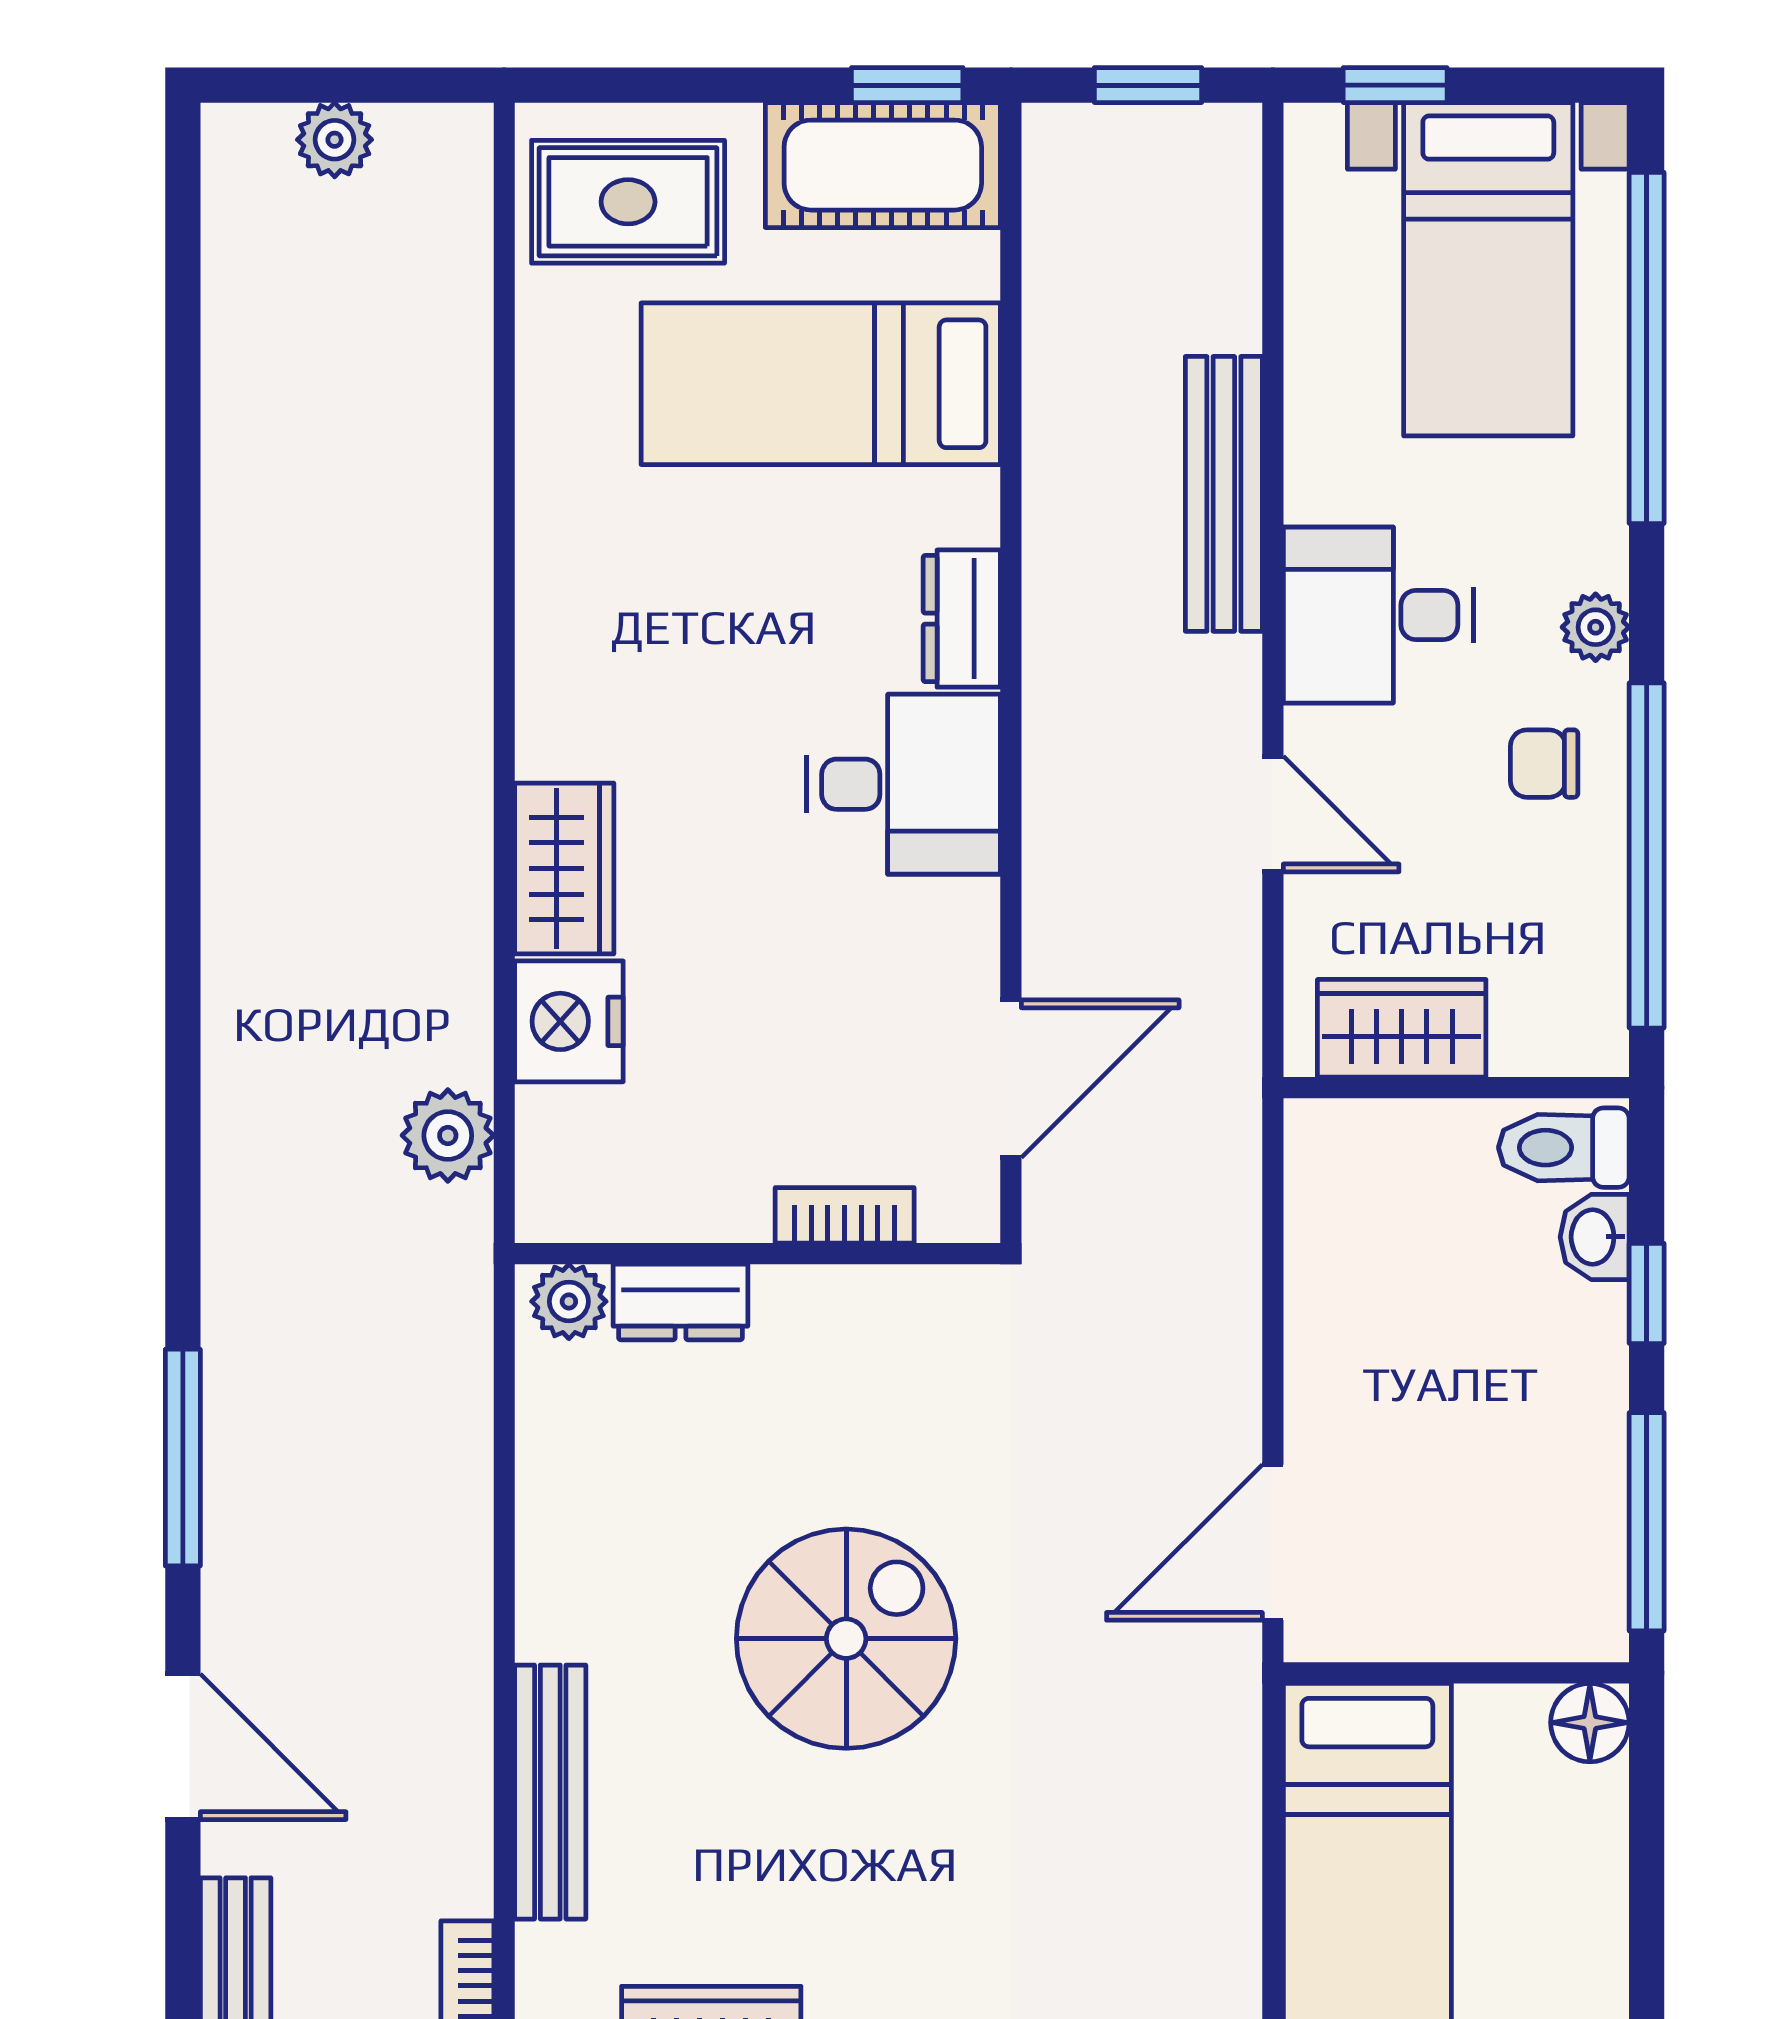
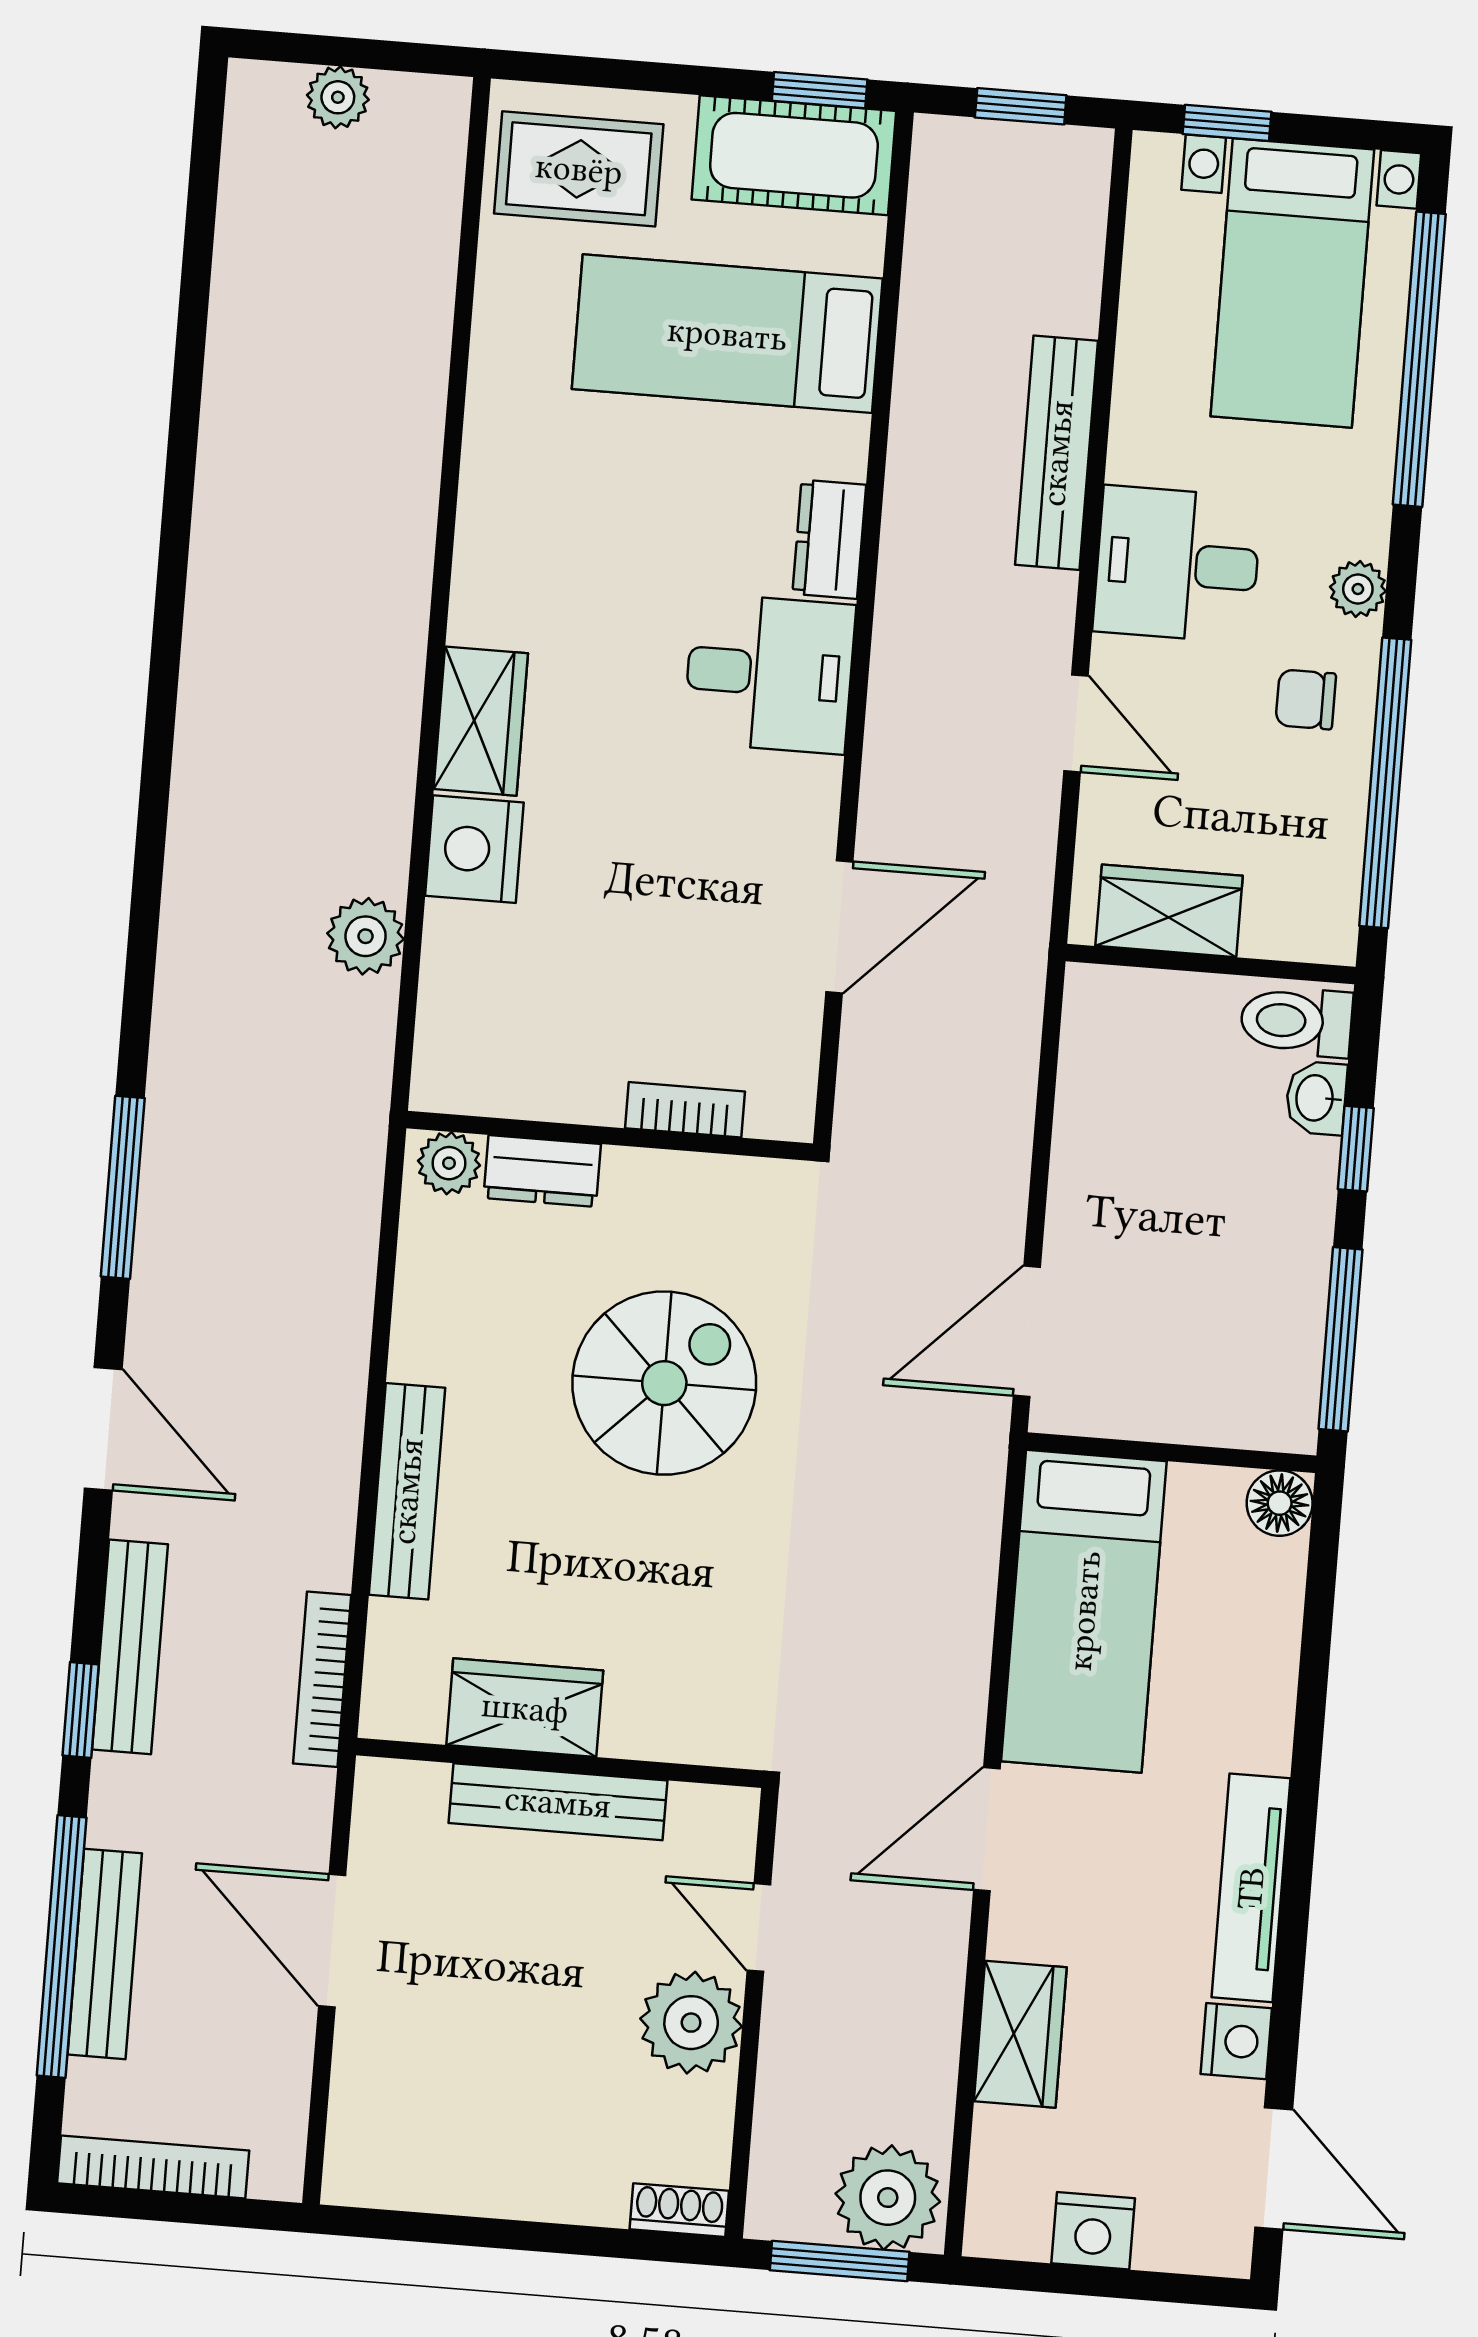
bookcase: (845, 1215) -> (685, 1110), moved
wall: (758, 1254) -> (610, 1136), moved
plant: (569, 1301) -> (449, 1163), moved
dresser: (681, 1302) -> (542, 1171), moved

